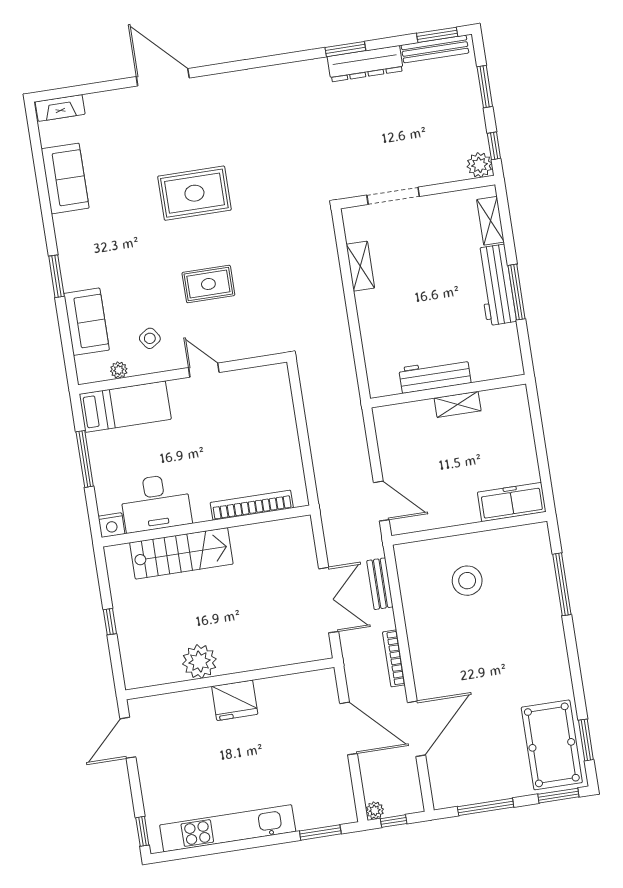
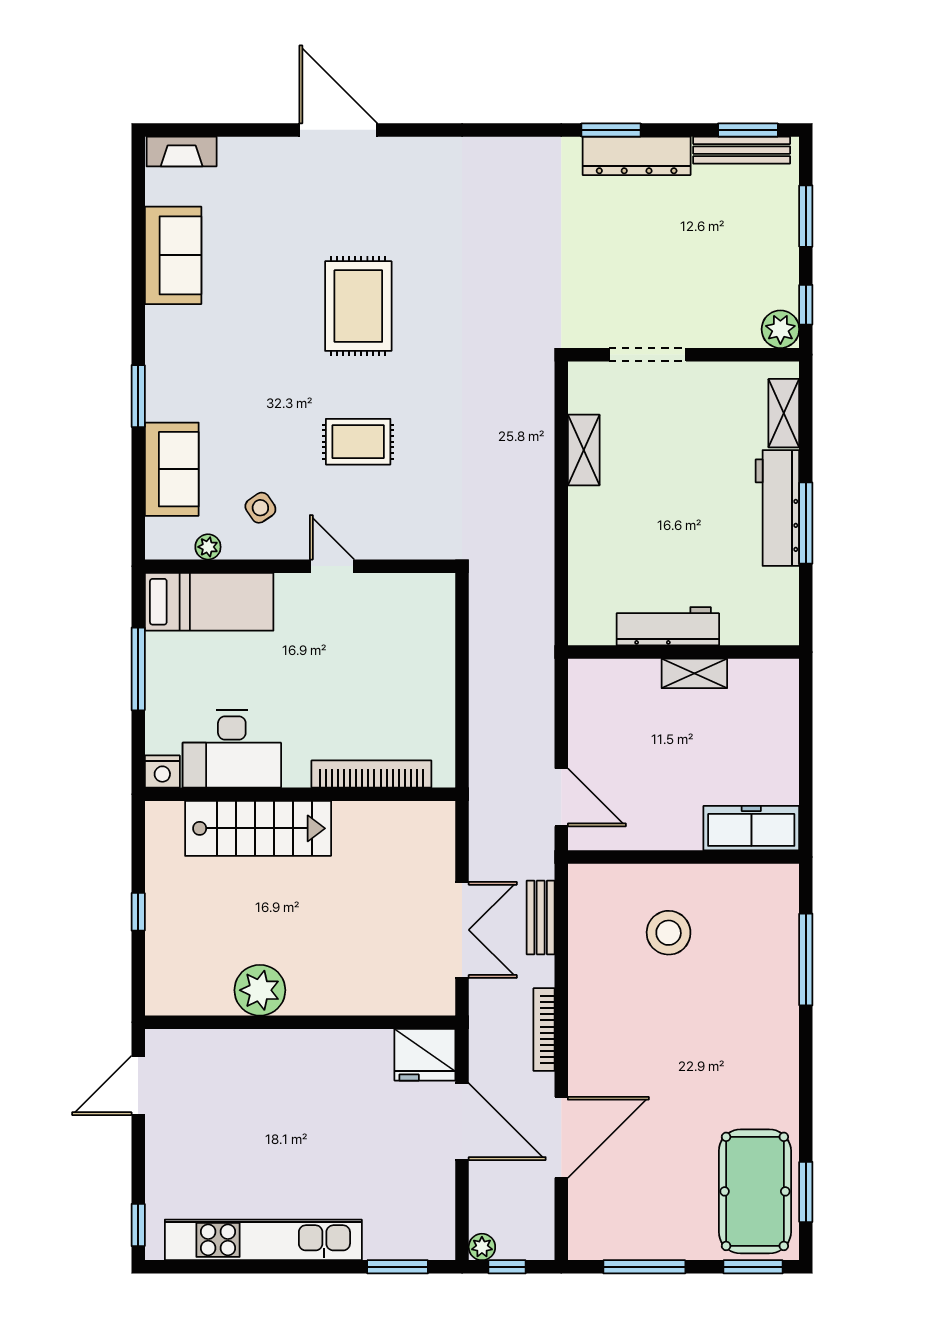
rug: (194, 193) -> (358, 306), turned 90
fridge: (235, 700) -> (425, 1055), moved

